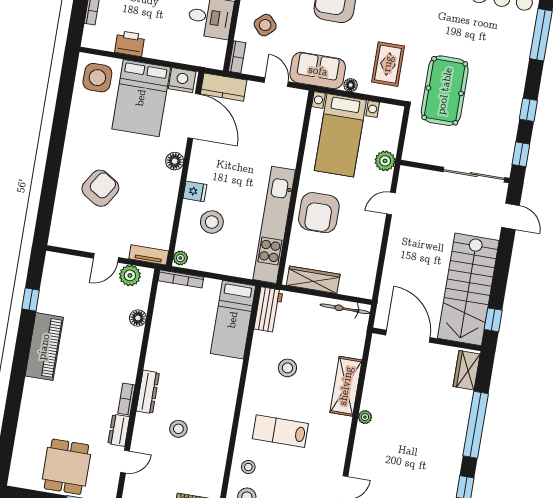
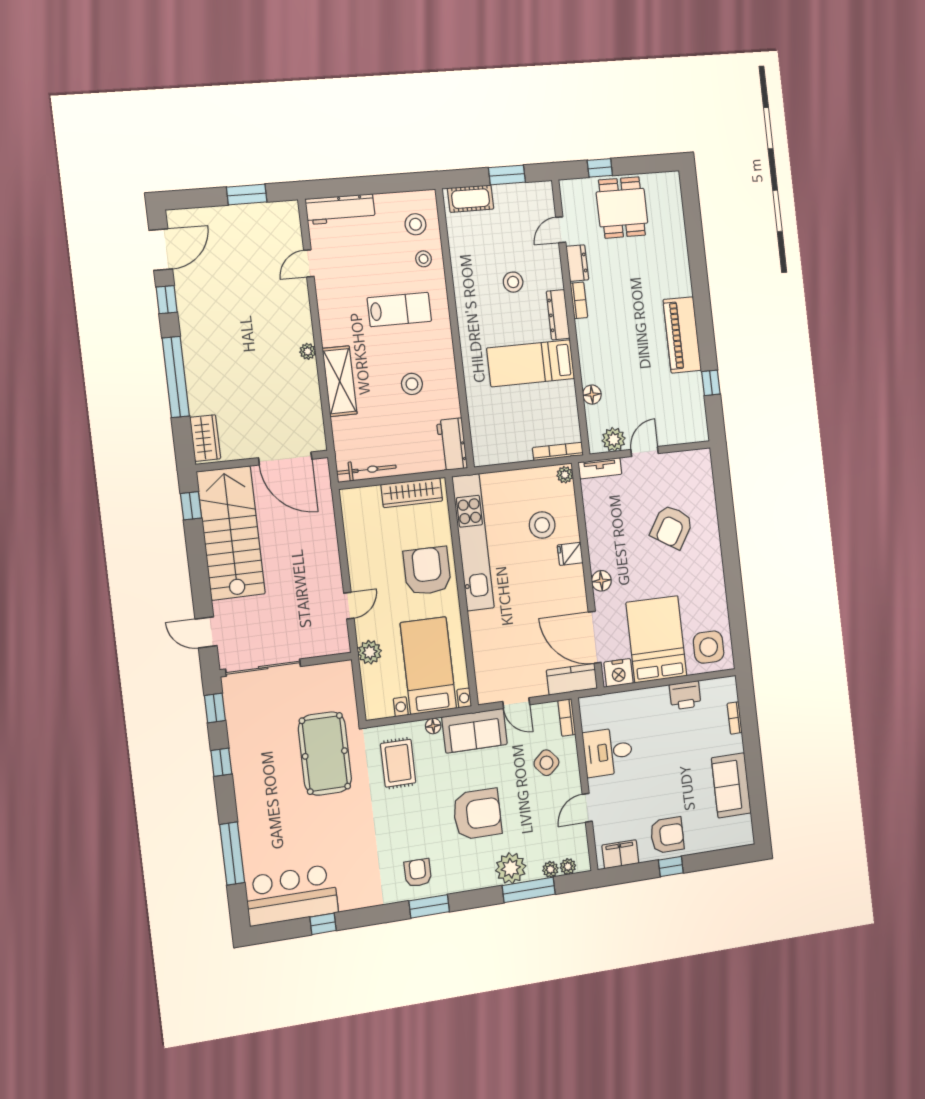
bed: (233, 320) -> (531, 363), moved, turned -90

